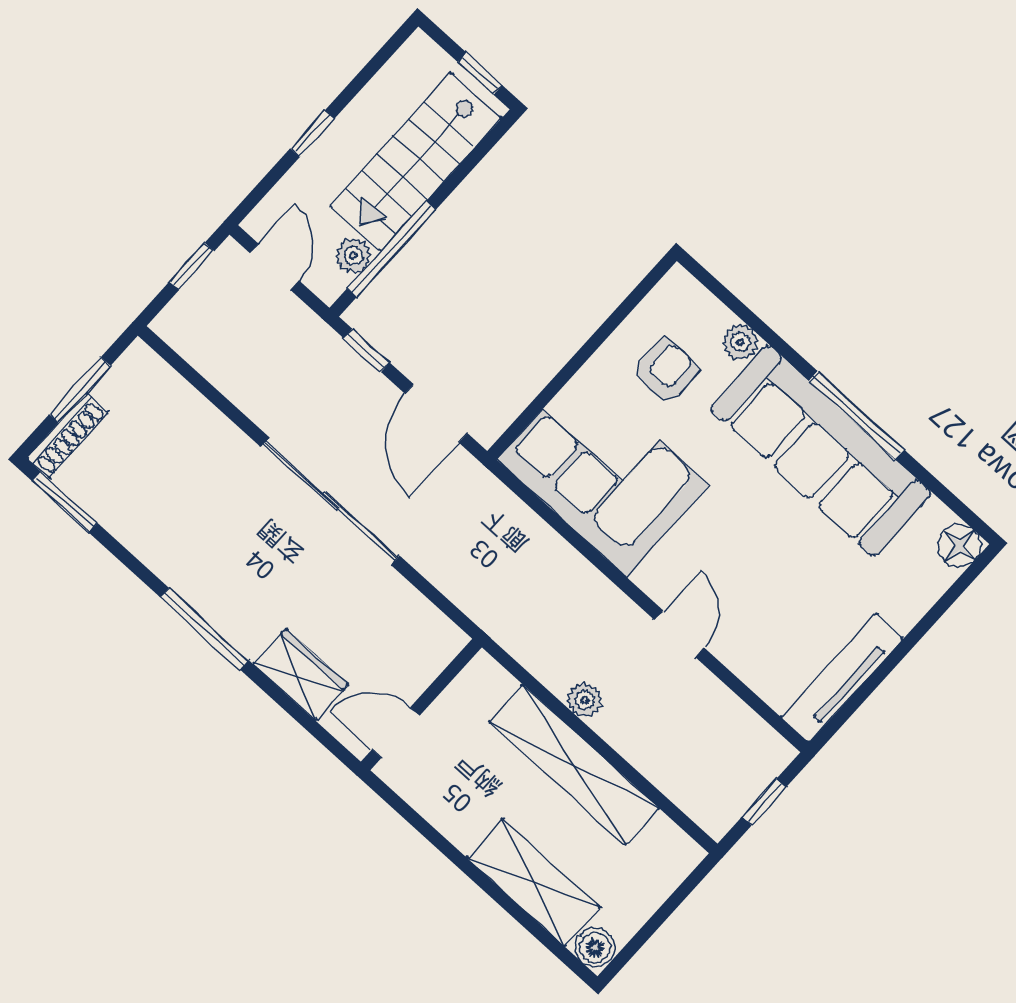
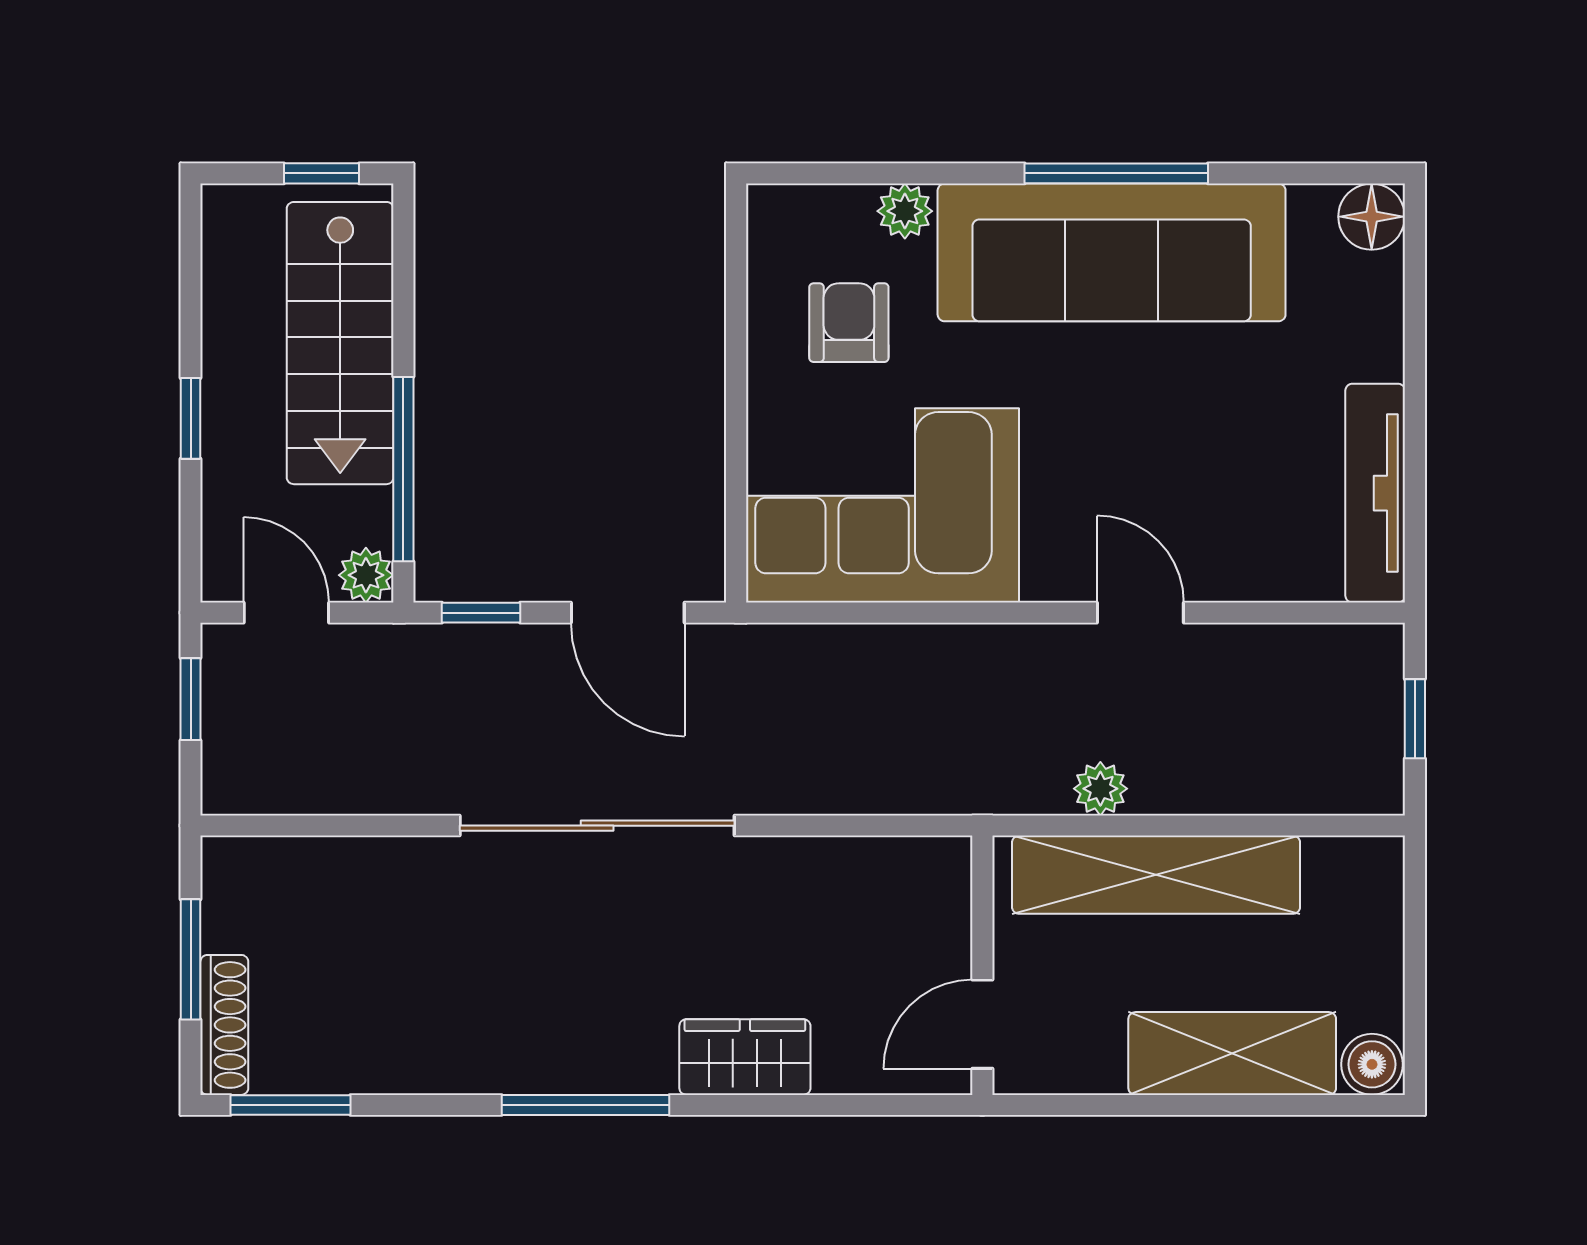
plant: (353, 256) -> (366, 575), moved
wall: (421, 705) -> (982, 965), moved
door: (396, 733) -> (982, 1024), moved

